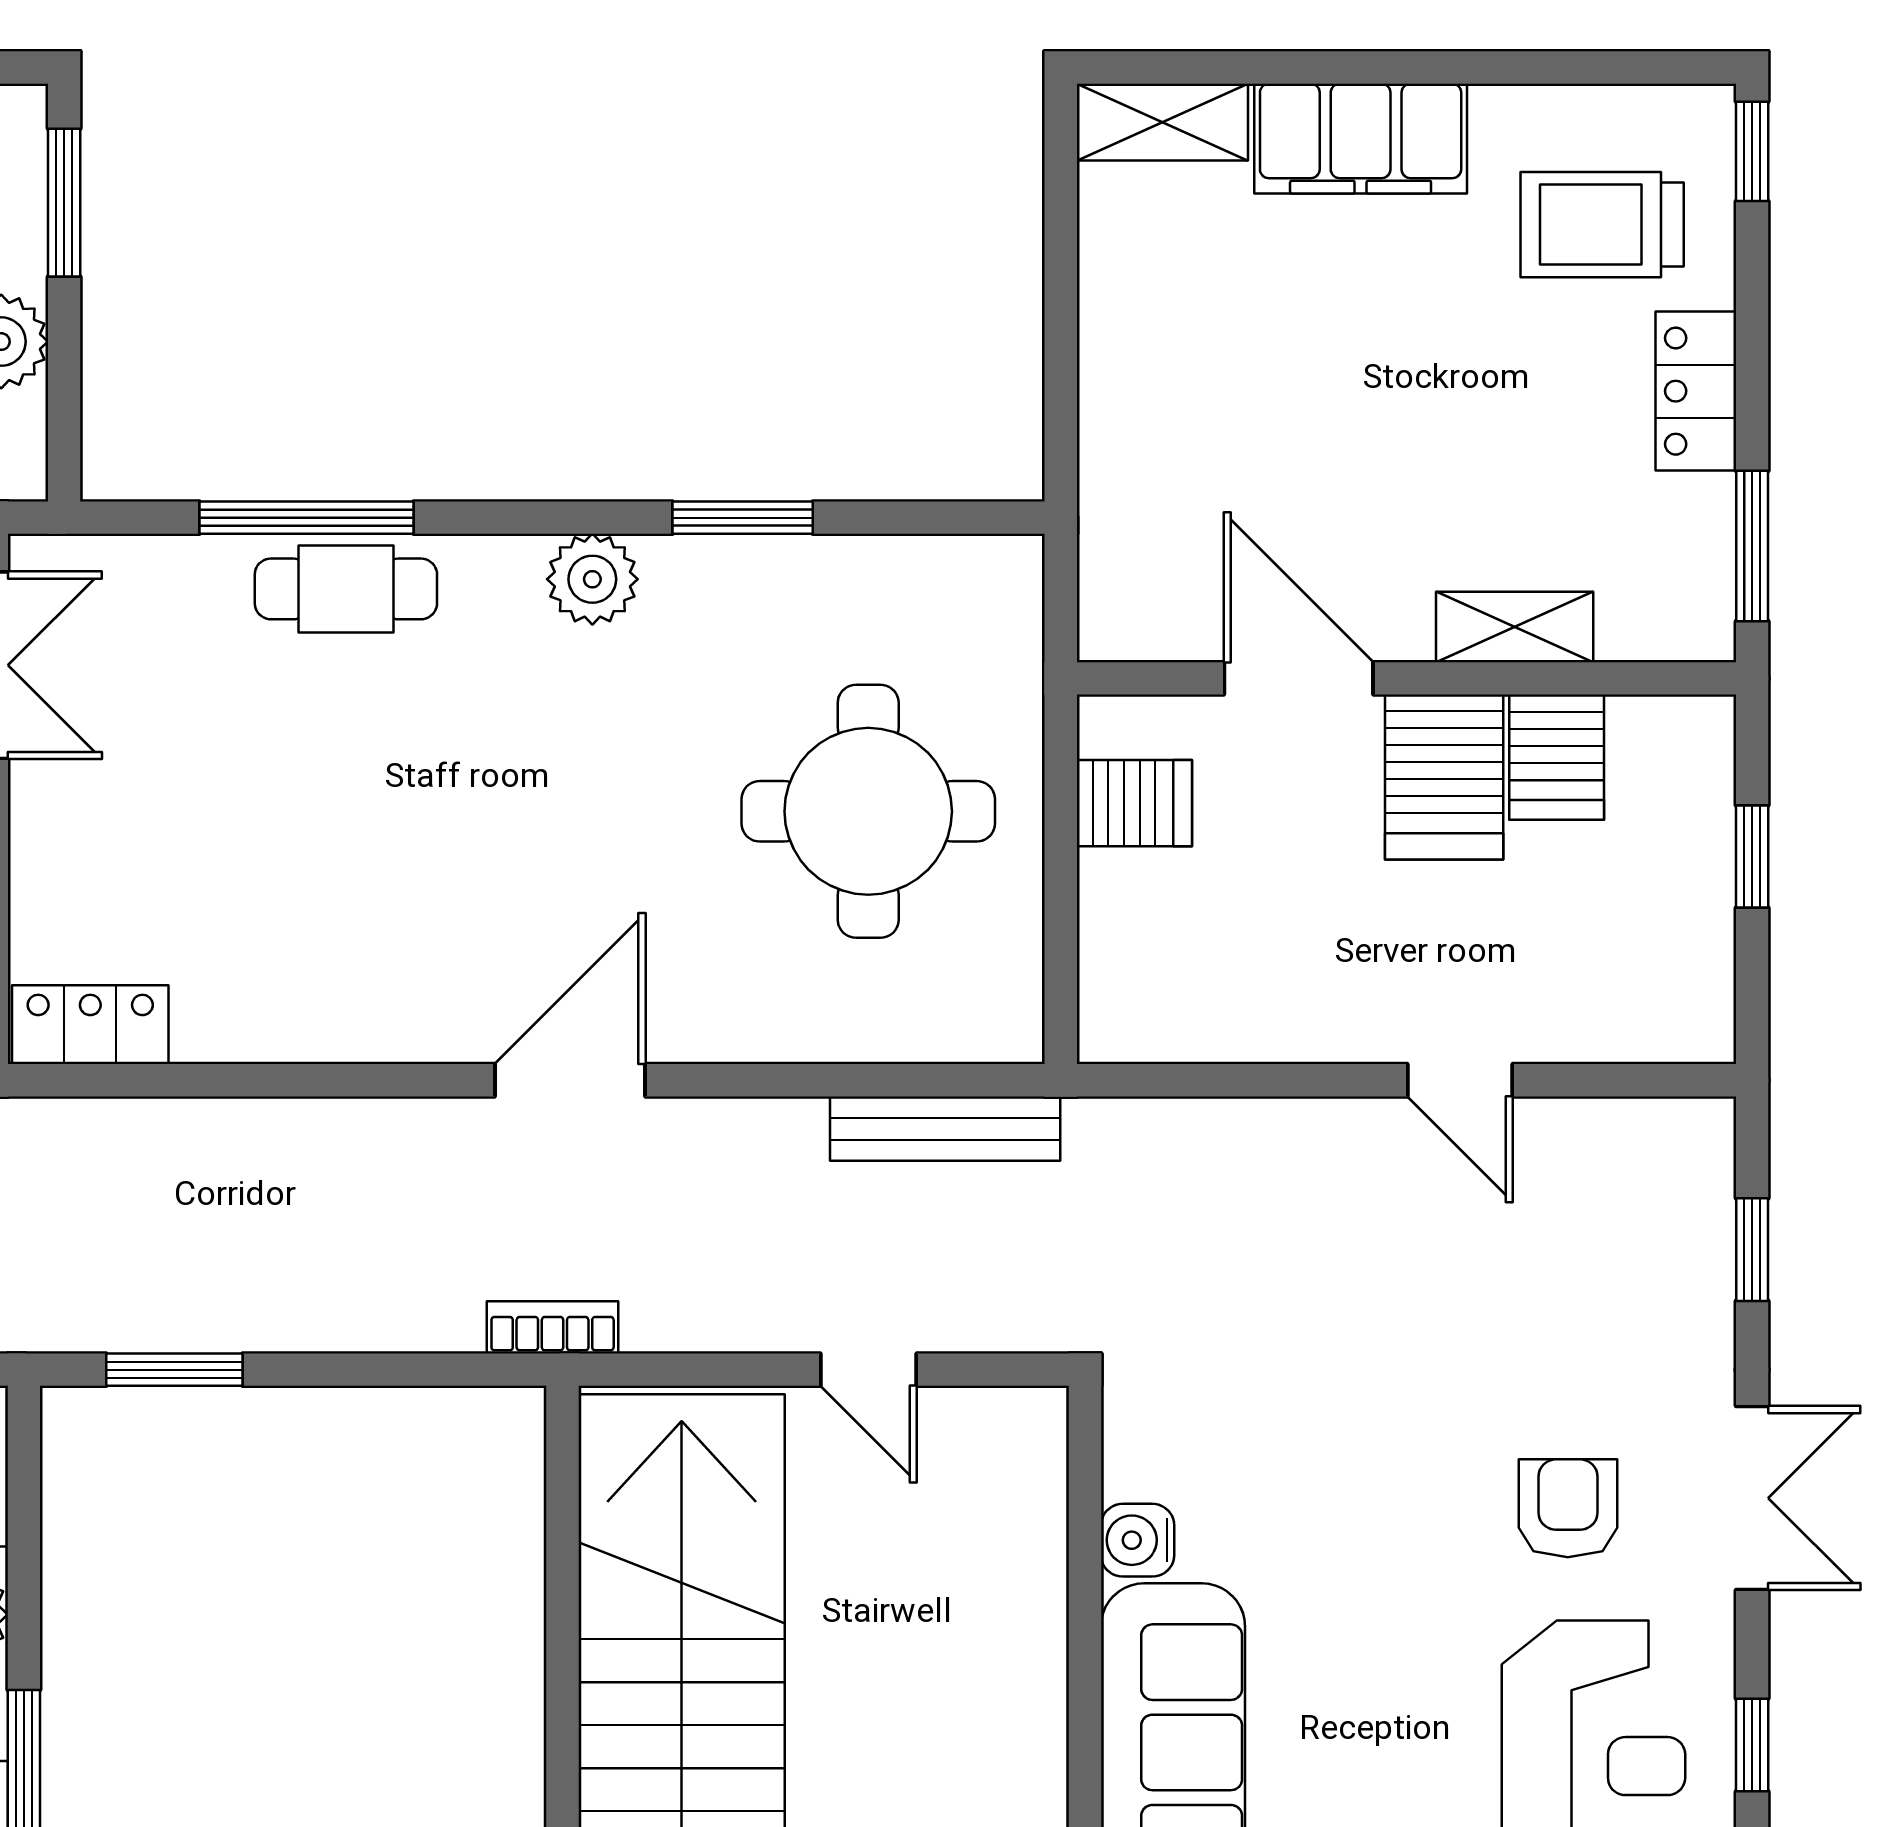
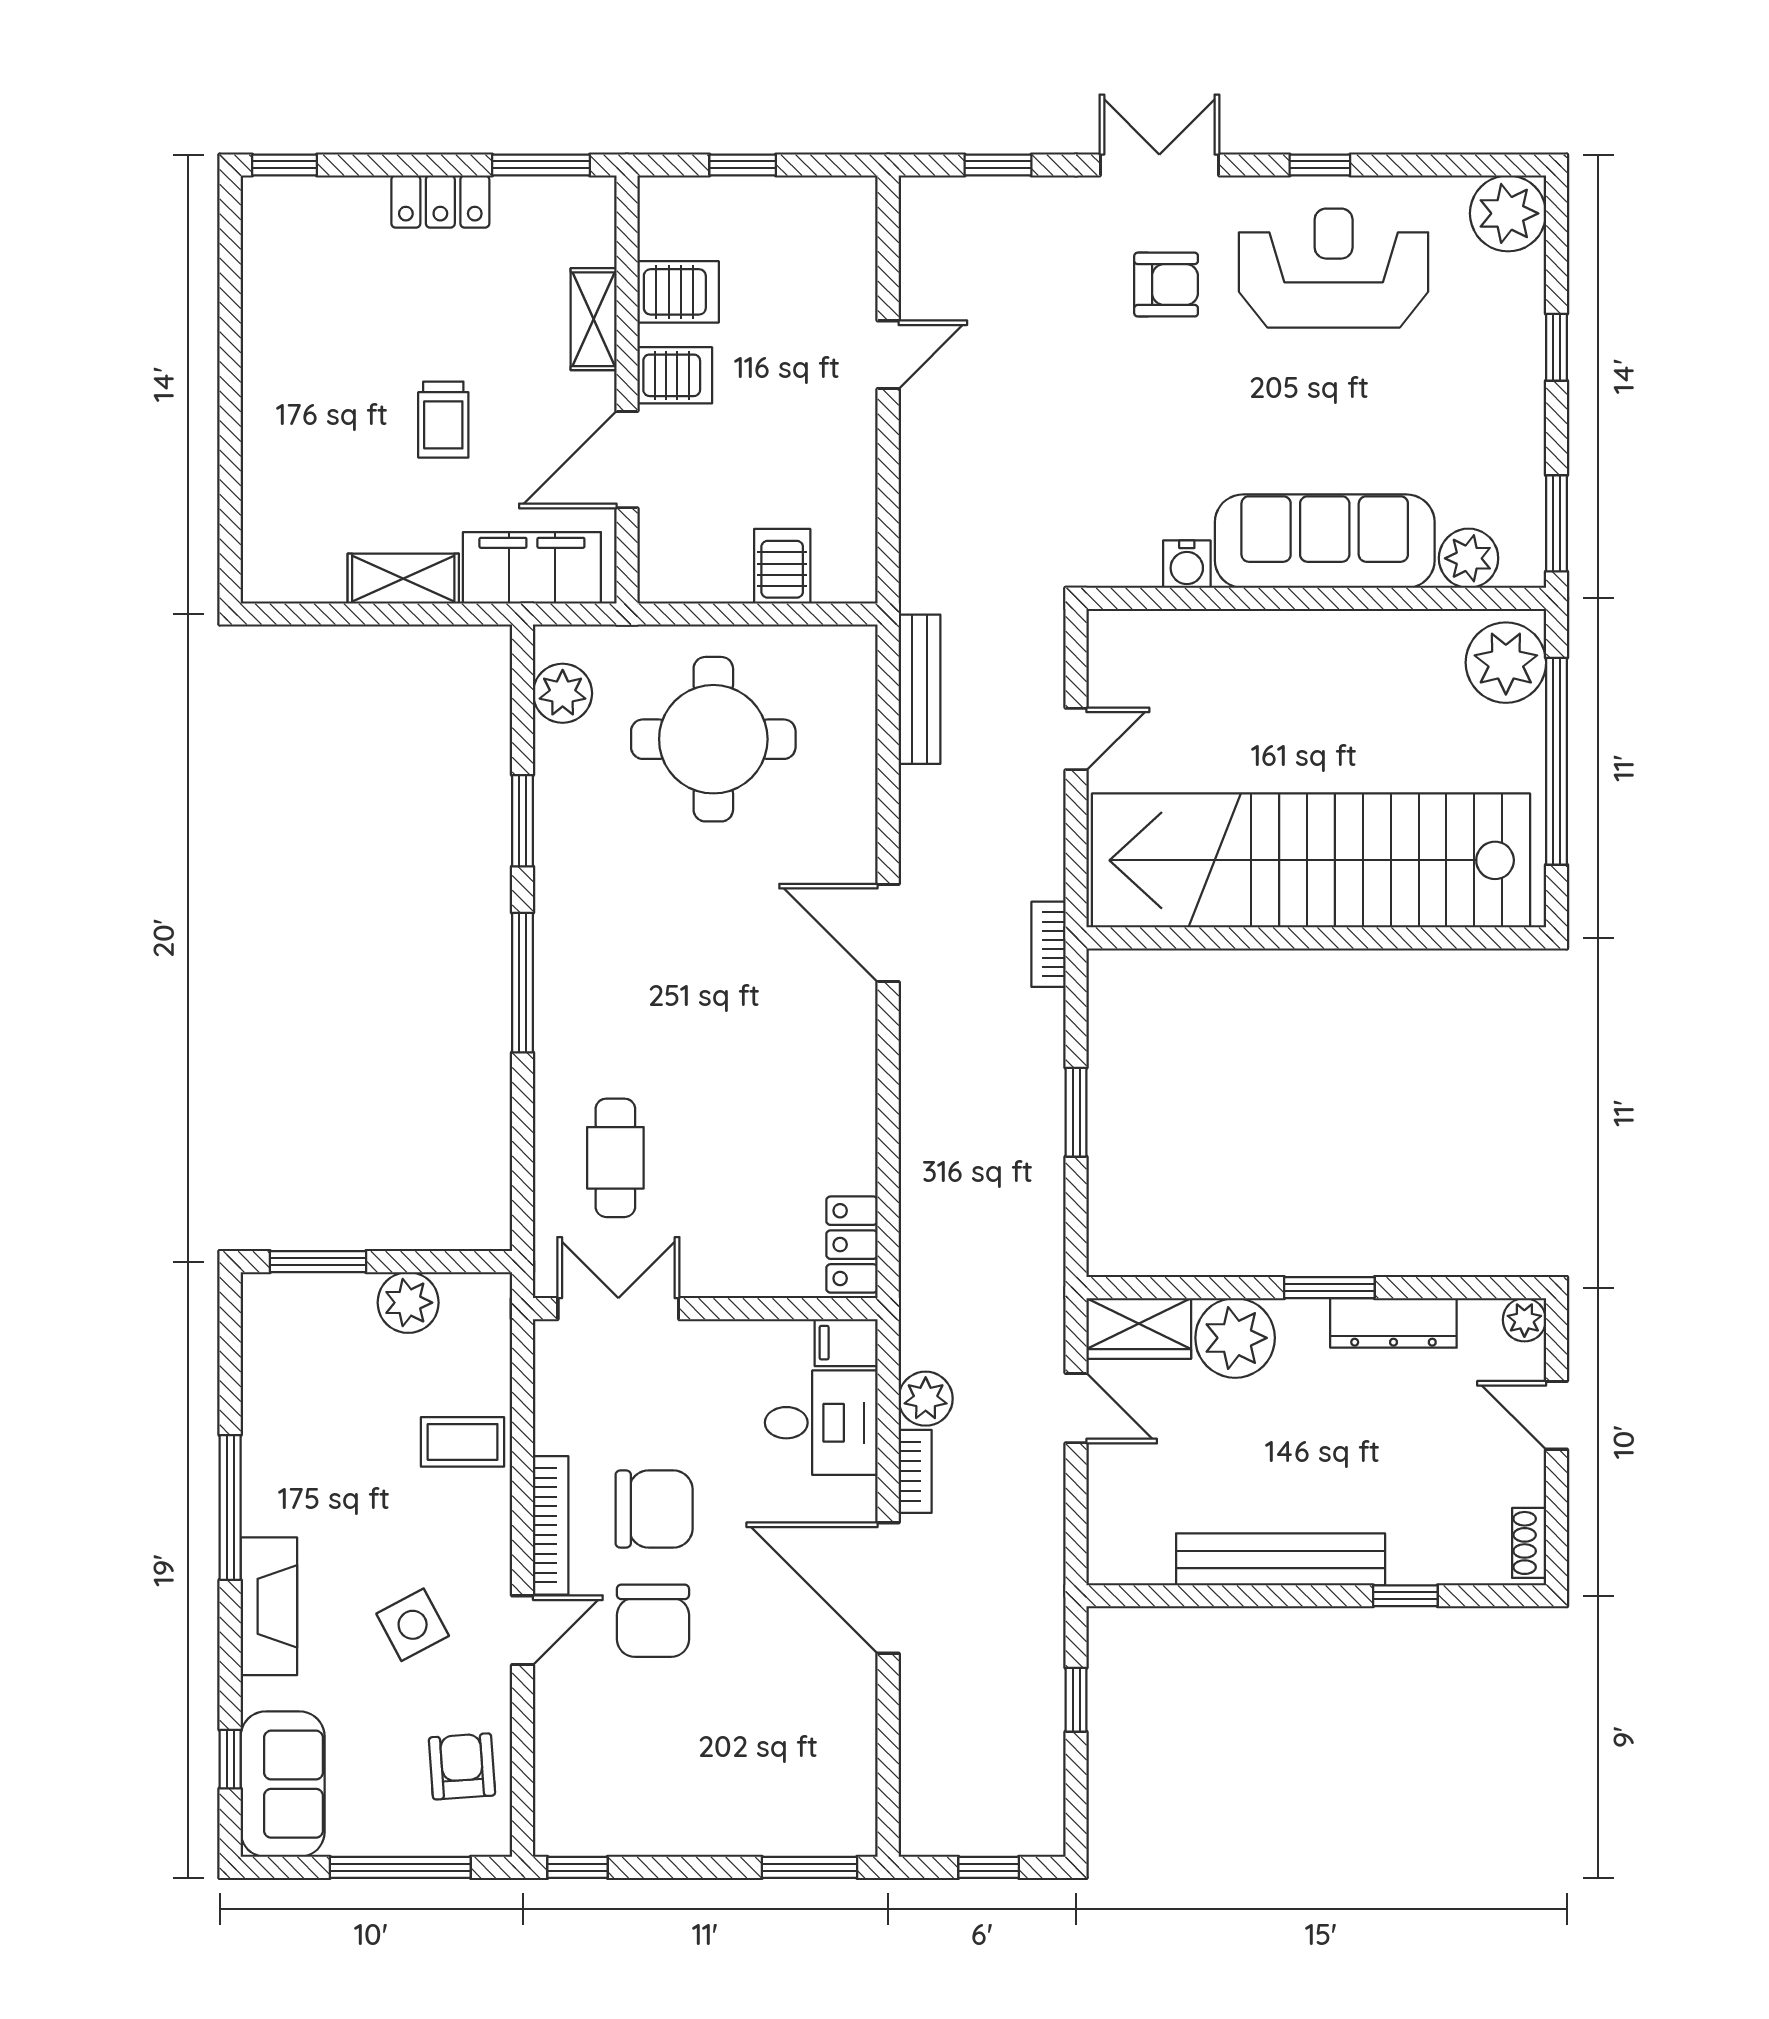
shelving: (1162, 122) -> (403, 579), moved, turned 90
filing cabinet: (1361, 139) -> (532, 568), moved, turned -90
trolley: (1602, 225) -> (443, 420), moved, width x0.73, depth x0.72
window: (306, 518) -> (523, 983), moved
plant: (592, 579) -> (563, 693), moved
cafe table: (346, 589) -> (615, 1158), moved
server rack: (1444, 777) -> (675, 375), width x0.73, depth x0.70
server rack: (1134, 803) -> (782, 566), moved
window: (174, 1370) -> (1076, 1112), moved
armchair: (1568, 1508) -> (1166, 285), turned 180

